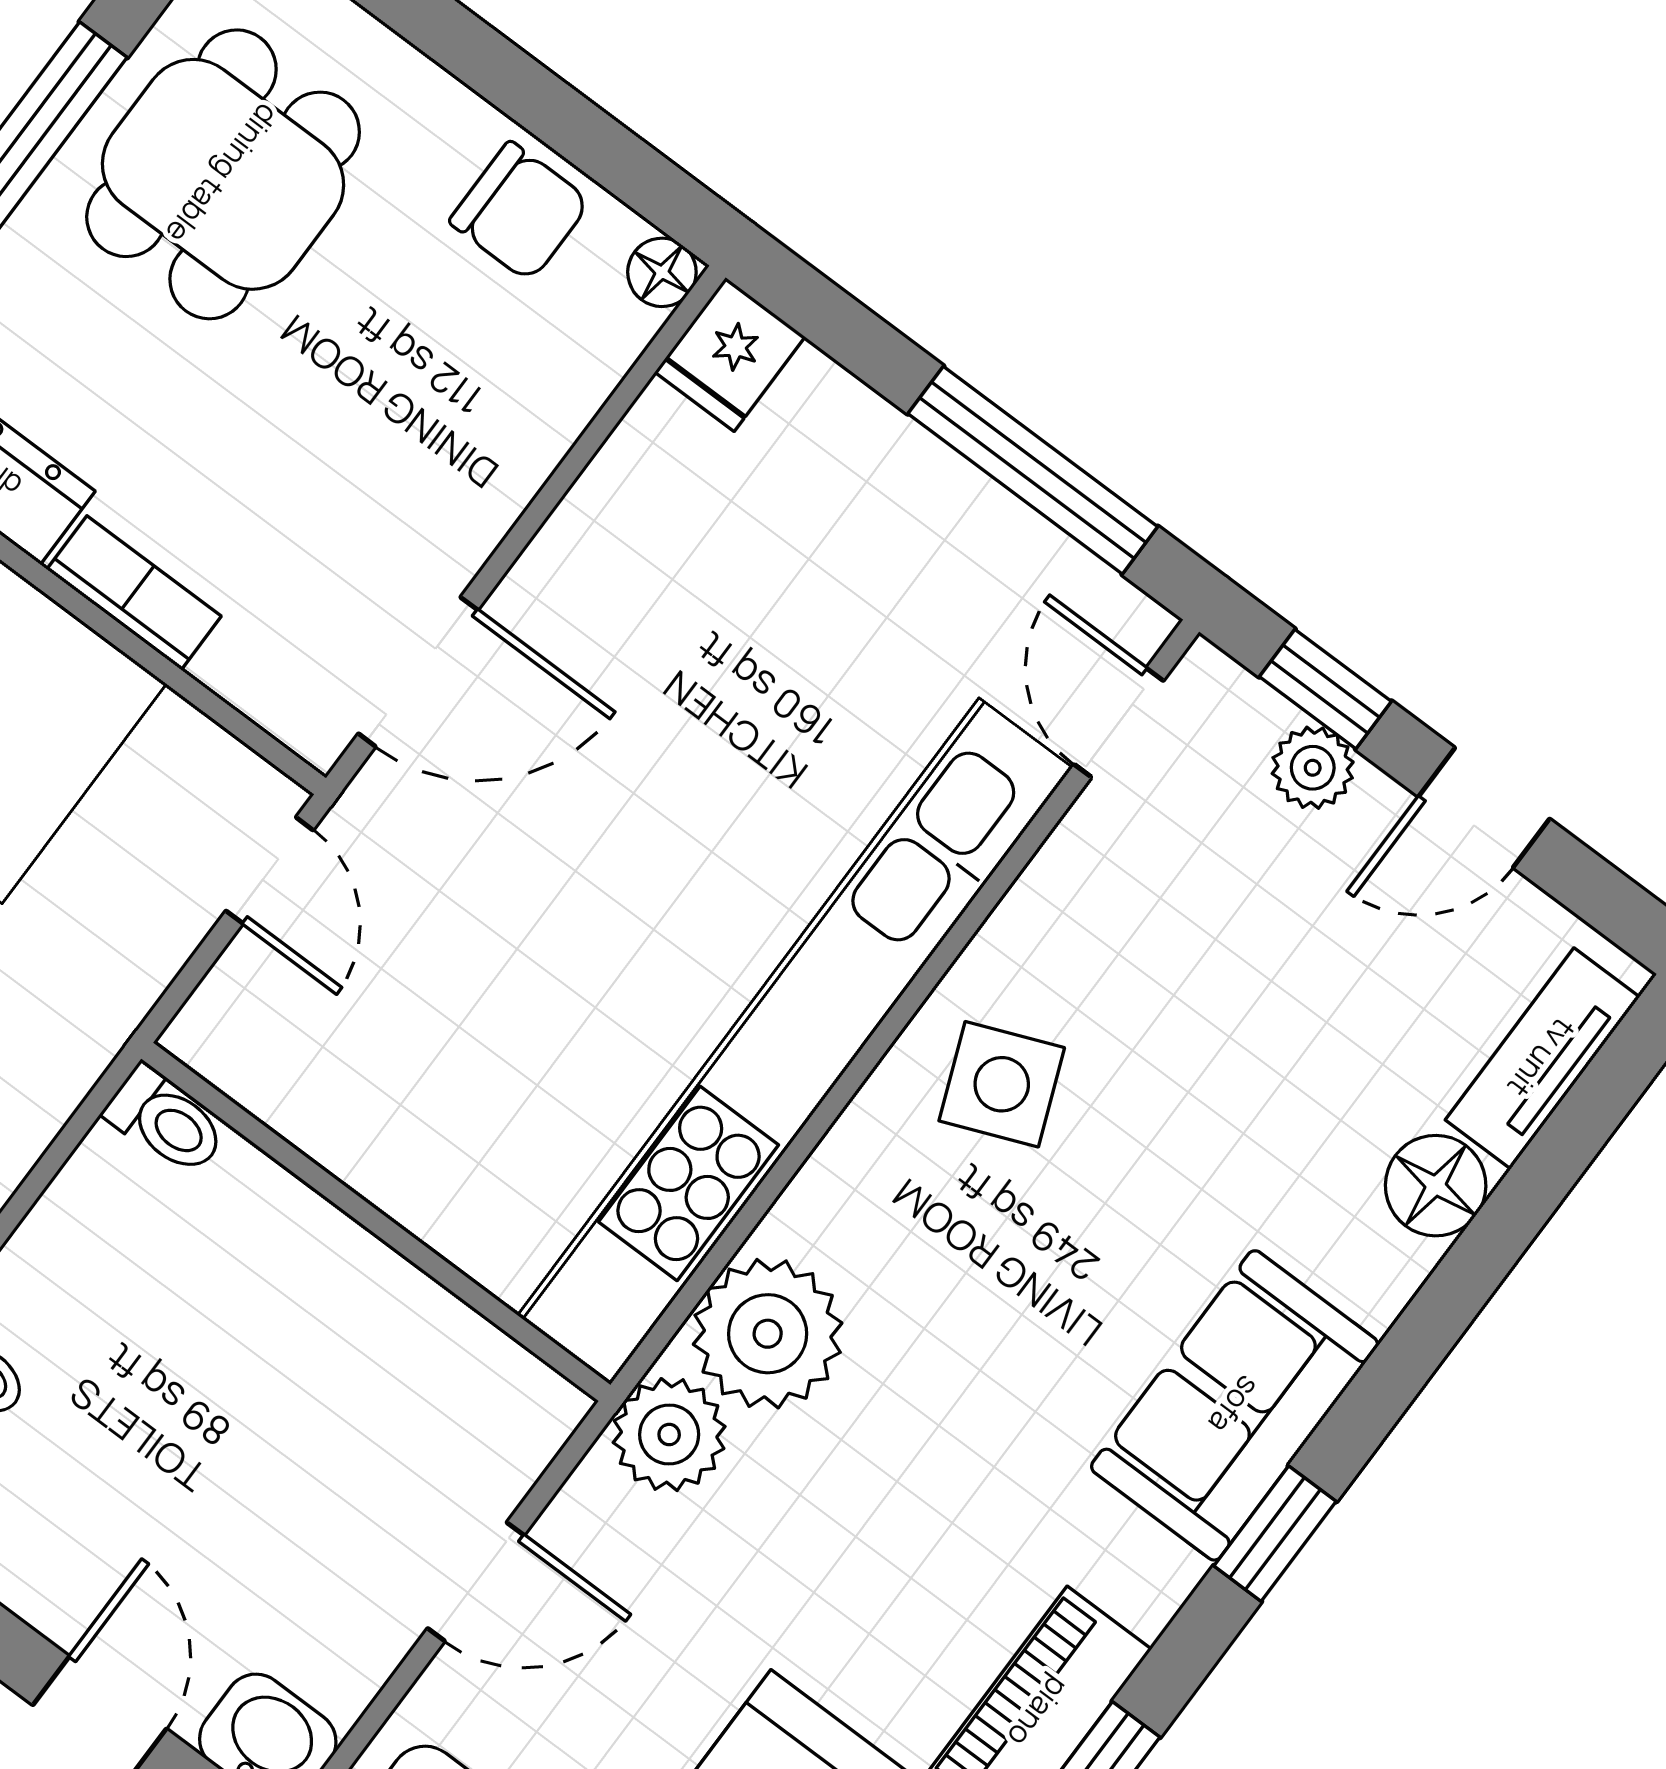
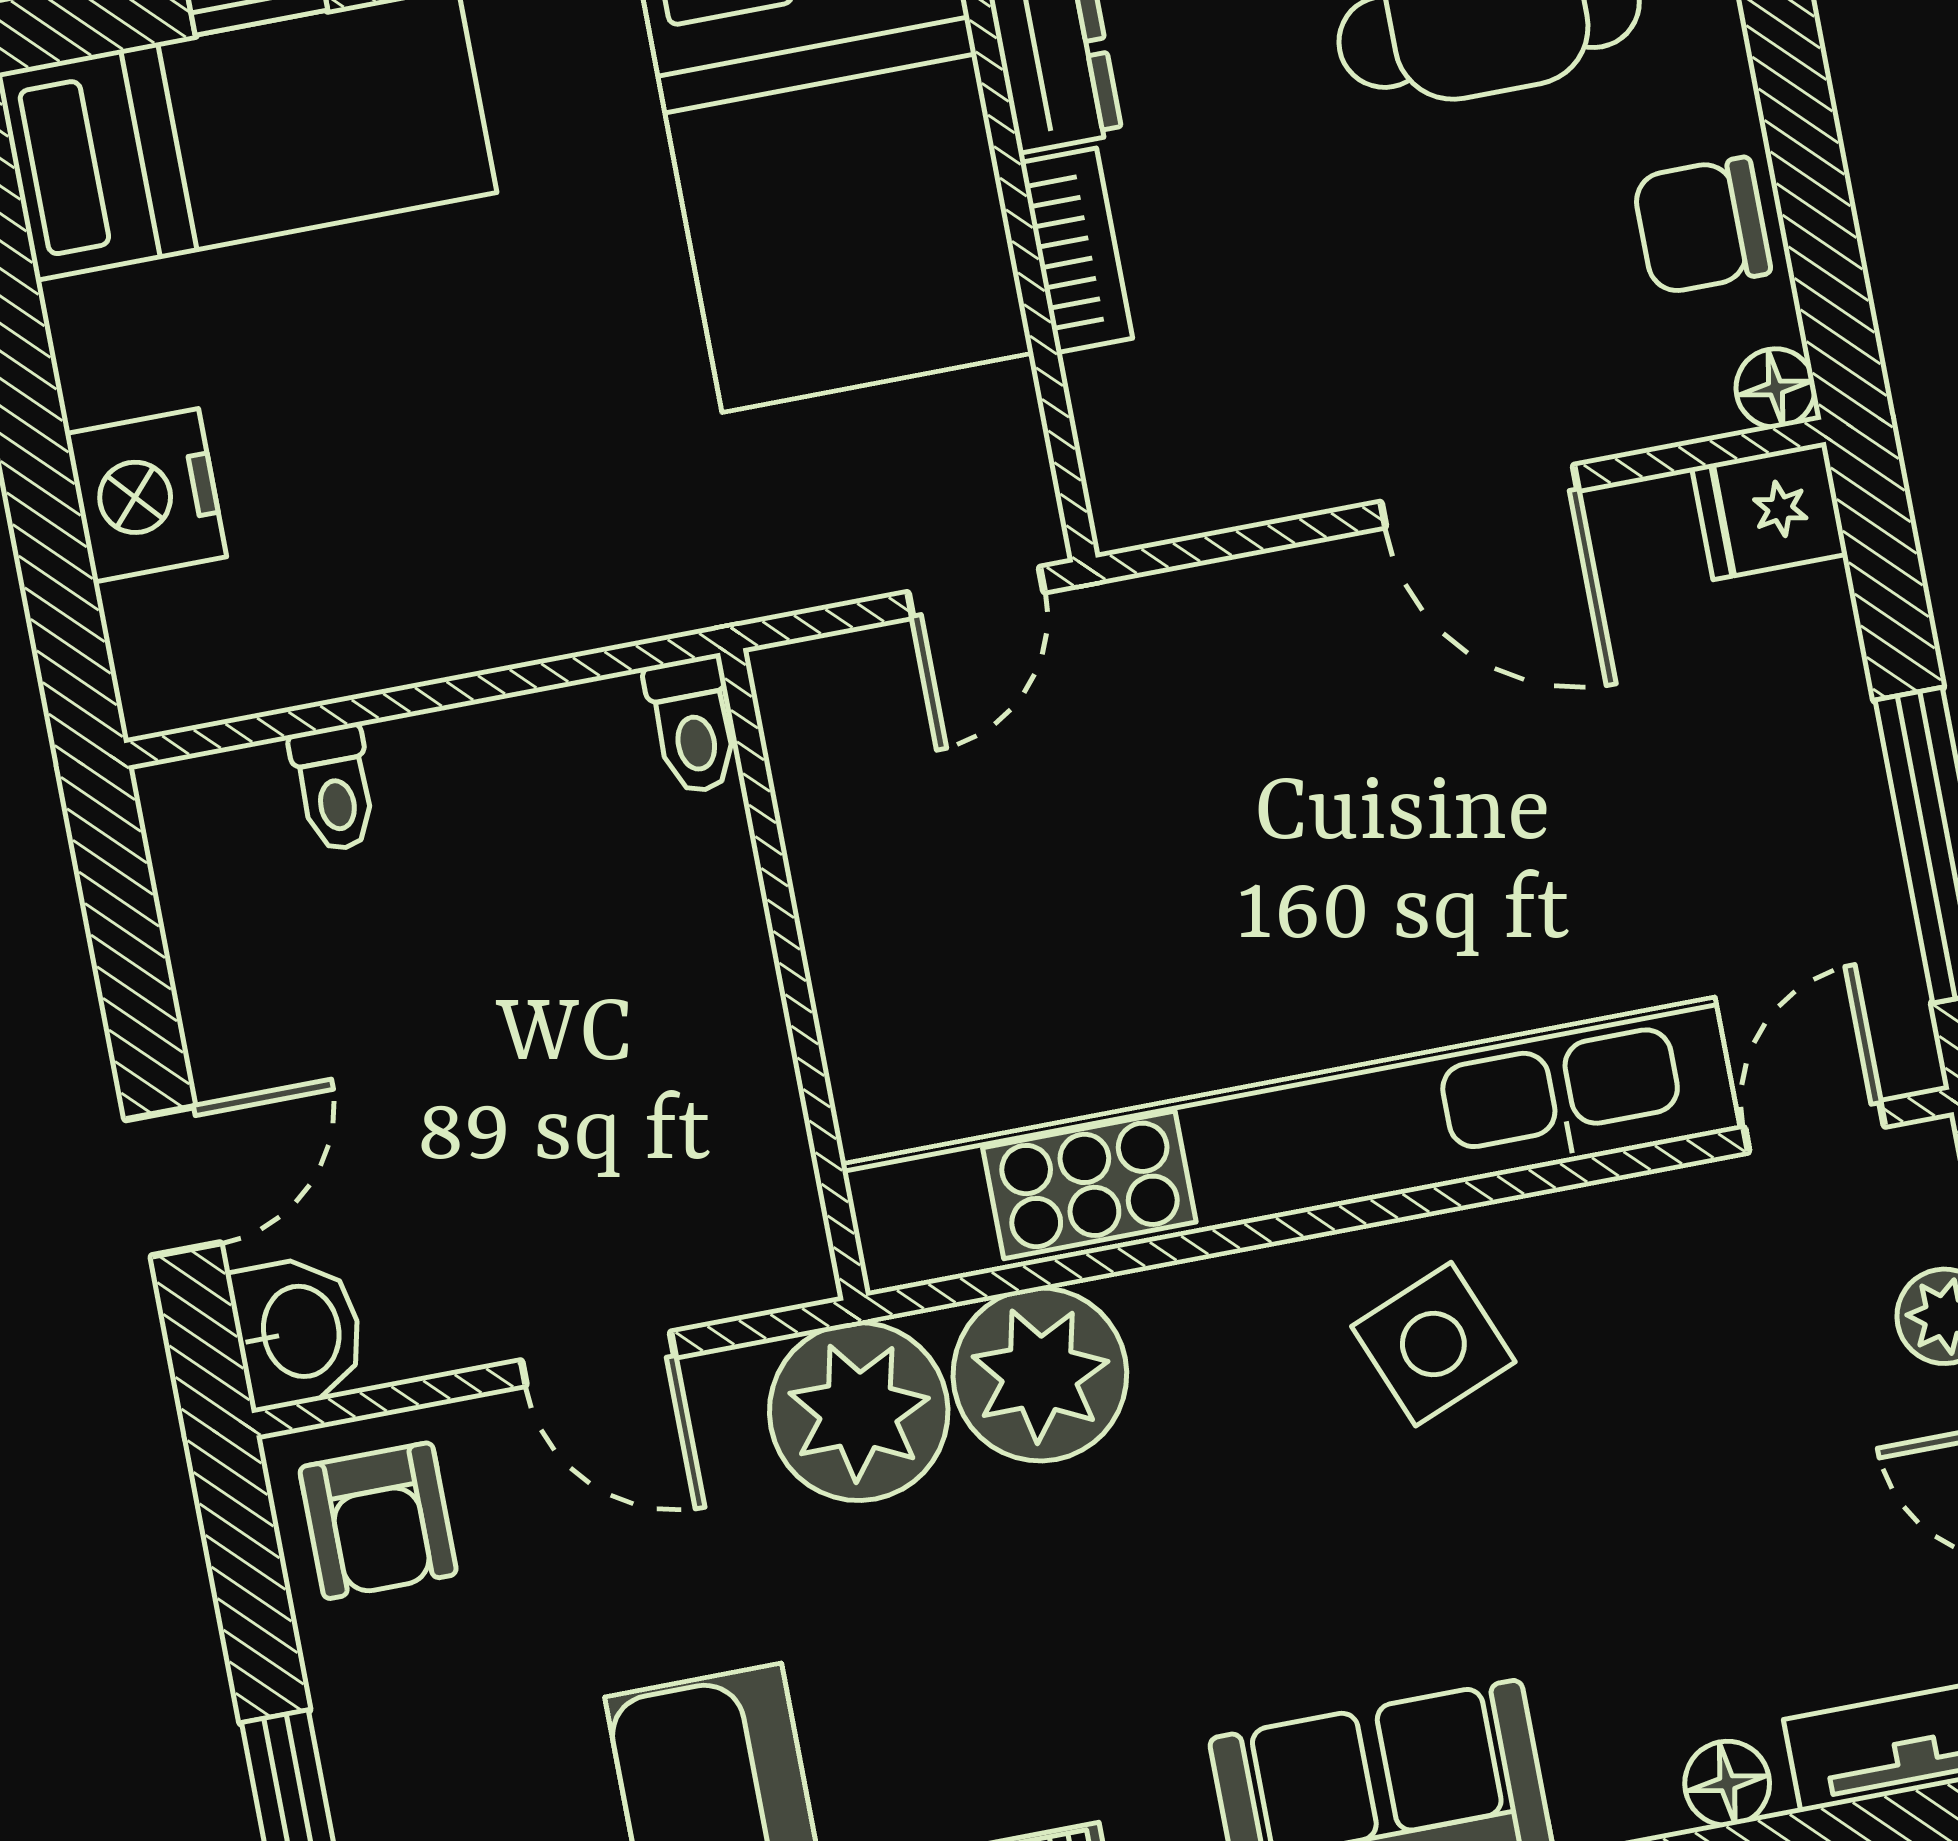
chair: (520, 212) -> (1702, 226), turned 90
door: (418, 672) -> (1480, 496), moved
floor lamp: (1436, 1186) -> (1727, 1783), width x0.73, depth x0.73
plant: (669, 1435) -> (859, 1412), width x1.36, depth x1.36

